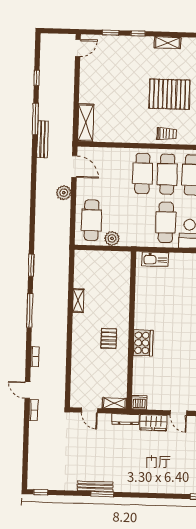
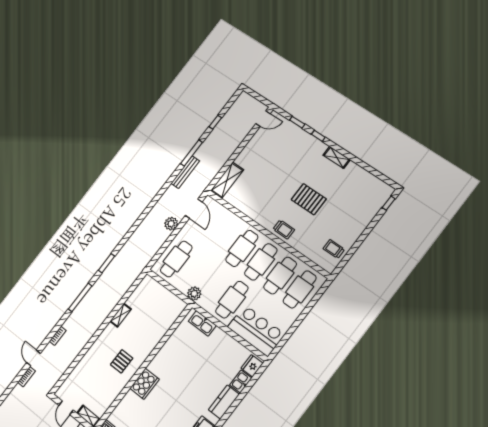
pallet: (169, 94) -> (309, 199), width x0.73, depth x0.71
plant: (112, 238) -> (194, 294), moved

